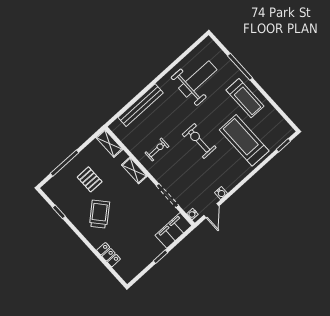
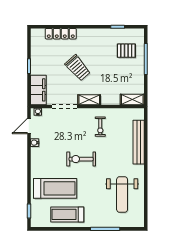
treadmill: (245, 98) -> (67, 214), moved
exercise bike: (199, 141) -> (81, 159), turned 180
shelving: (134, 171) -> (89, 100), moved
pallet: (90, 179) -> (126, 51), moved
door: (211, 211) -> (29, 126), hinge flipped
trolley: (99, 214) -> (78, 68), moved
locker: (109, 255) -> (61, 34), width x1.53

